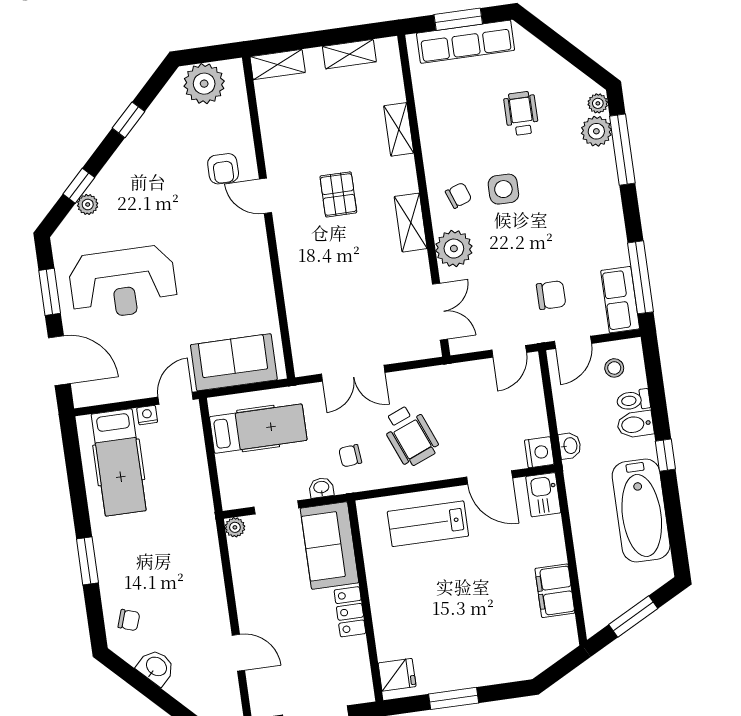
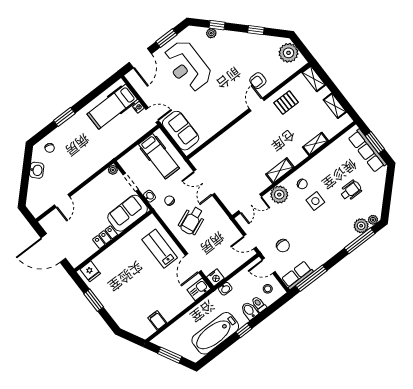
pallet: (338, 194) -> (286, 103), moved
filing cabinet: (555, 591) -> (157, 320), width x0.50

